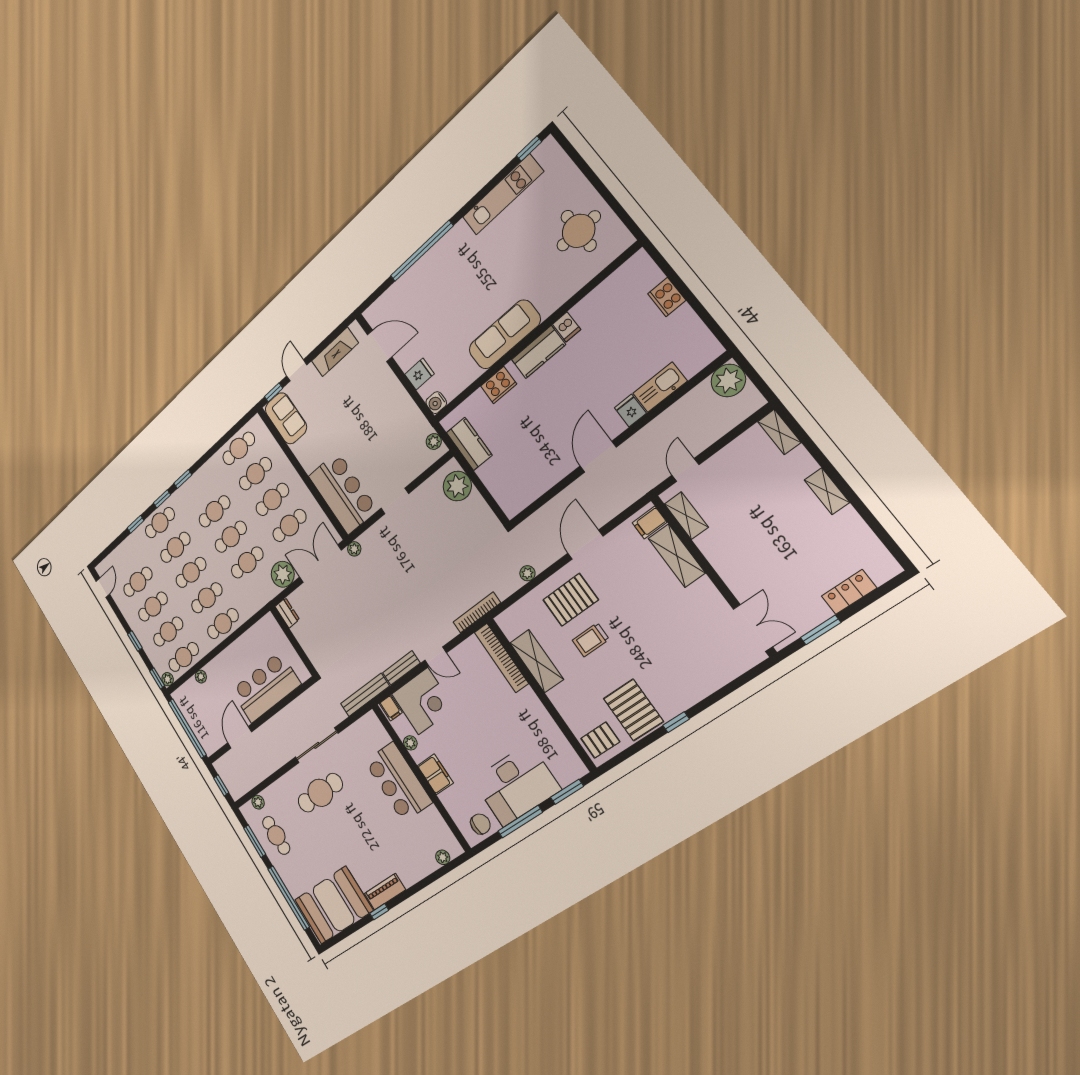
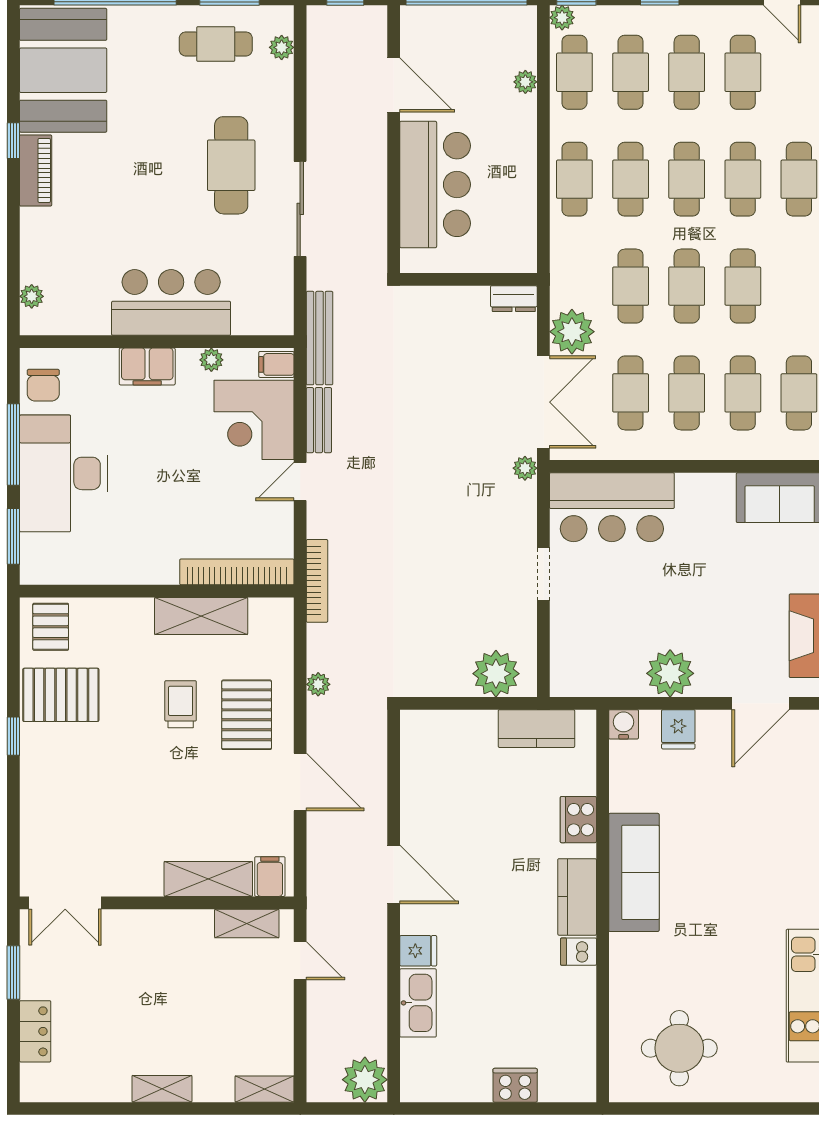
plant: (434, 442) -> (670, 673), moved, width x1.87, depth x1.87

